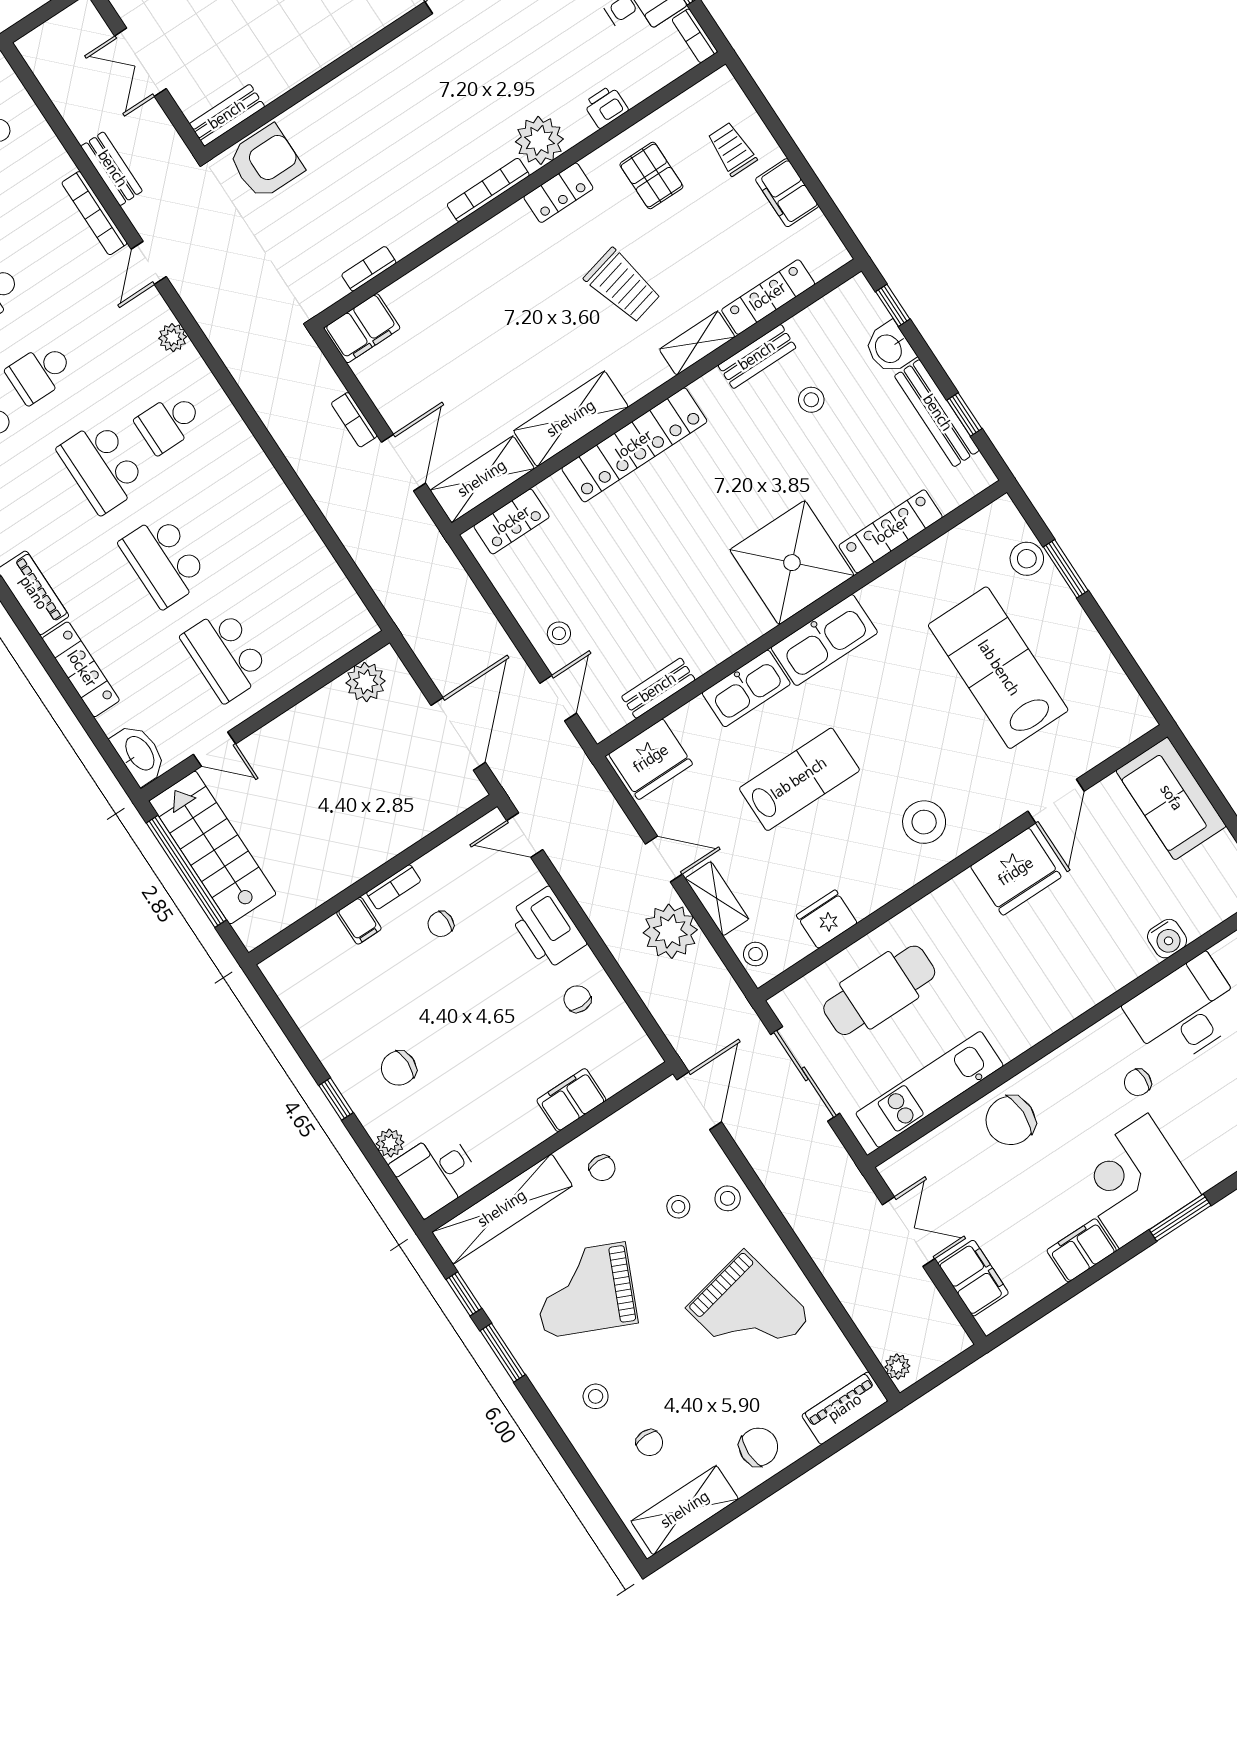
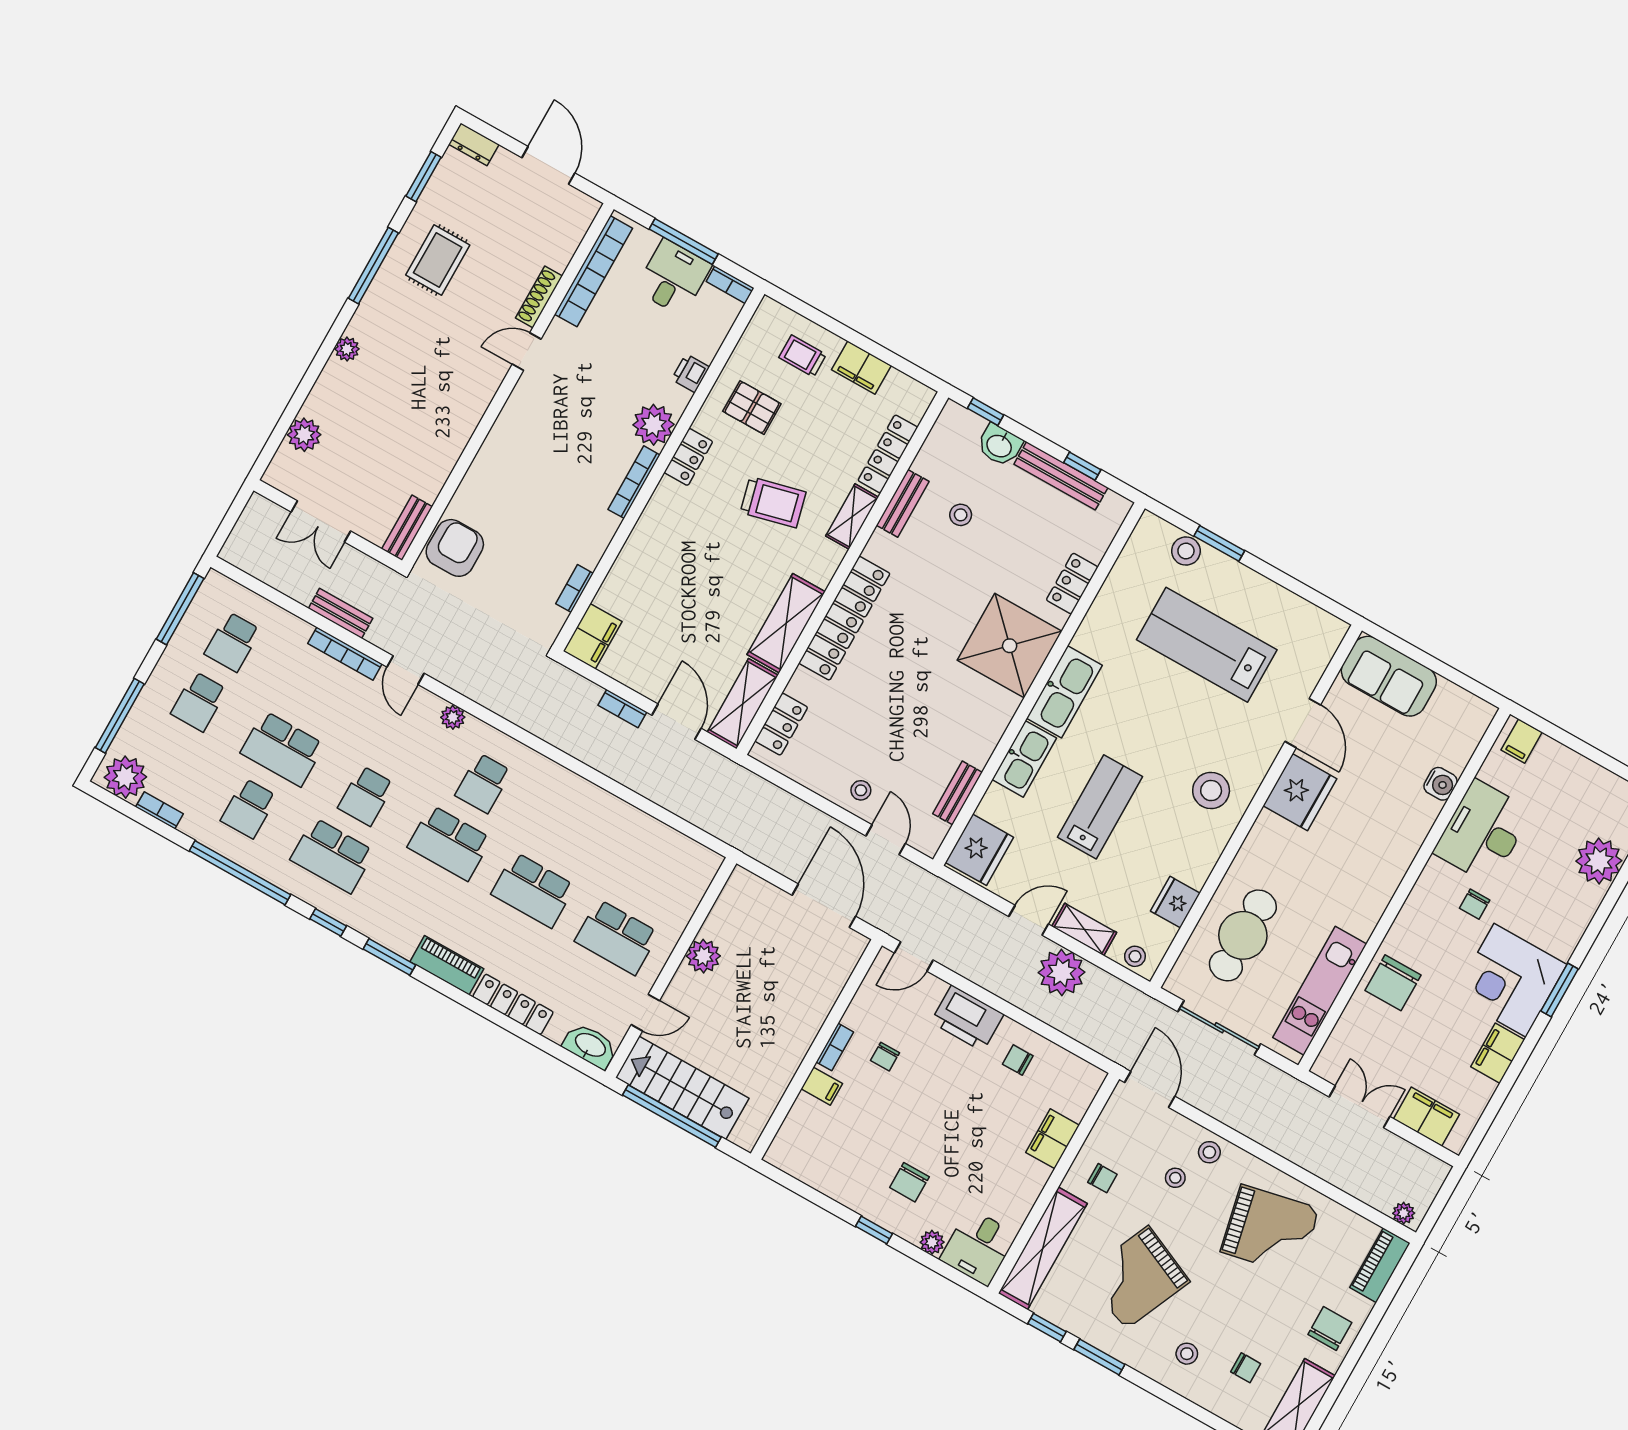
locker: (891, 531) -> (1072, 584), width x0.66
plant: (366, 682) -> (703, 956), moved

